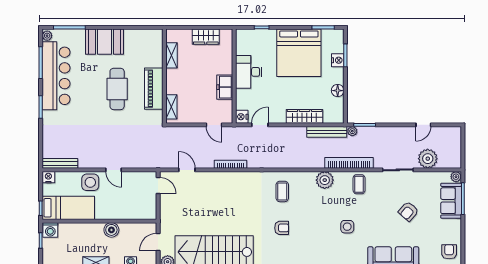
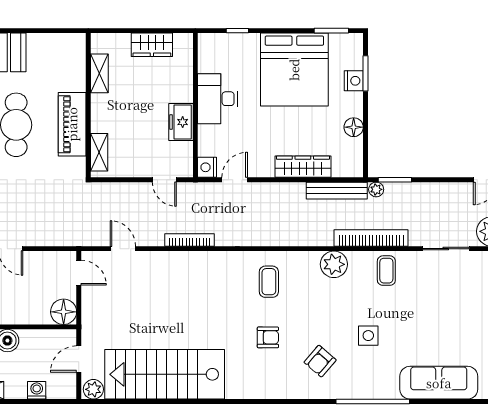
floor lamp: (148, 211) -> (64, 312), added
armchair: (408, 211) -> (320, 361), moved

